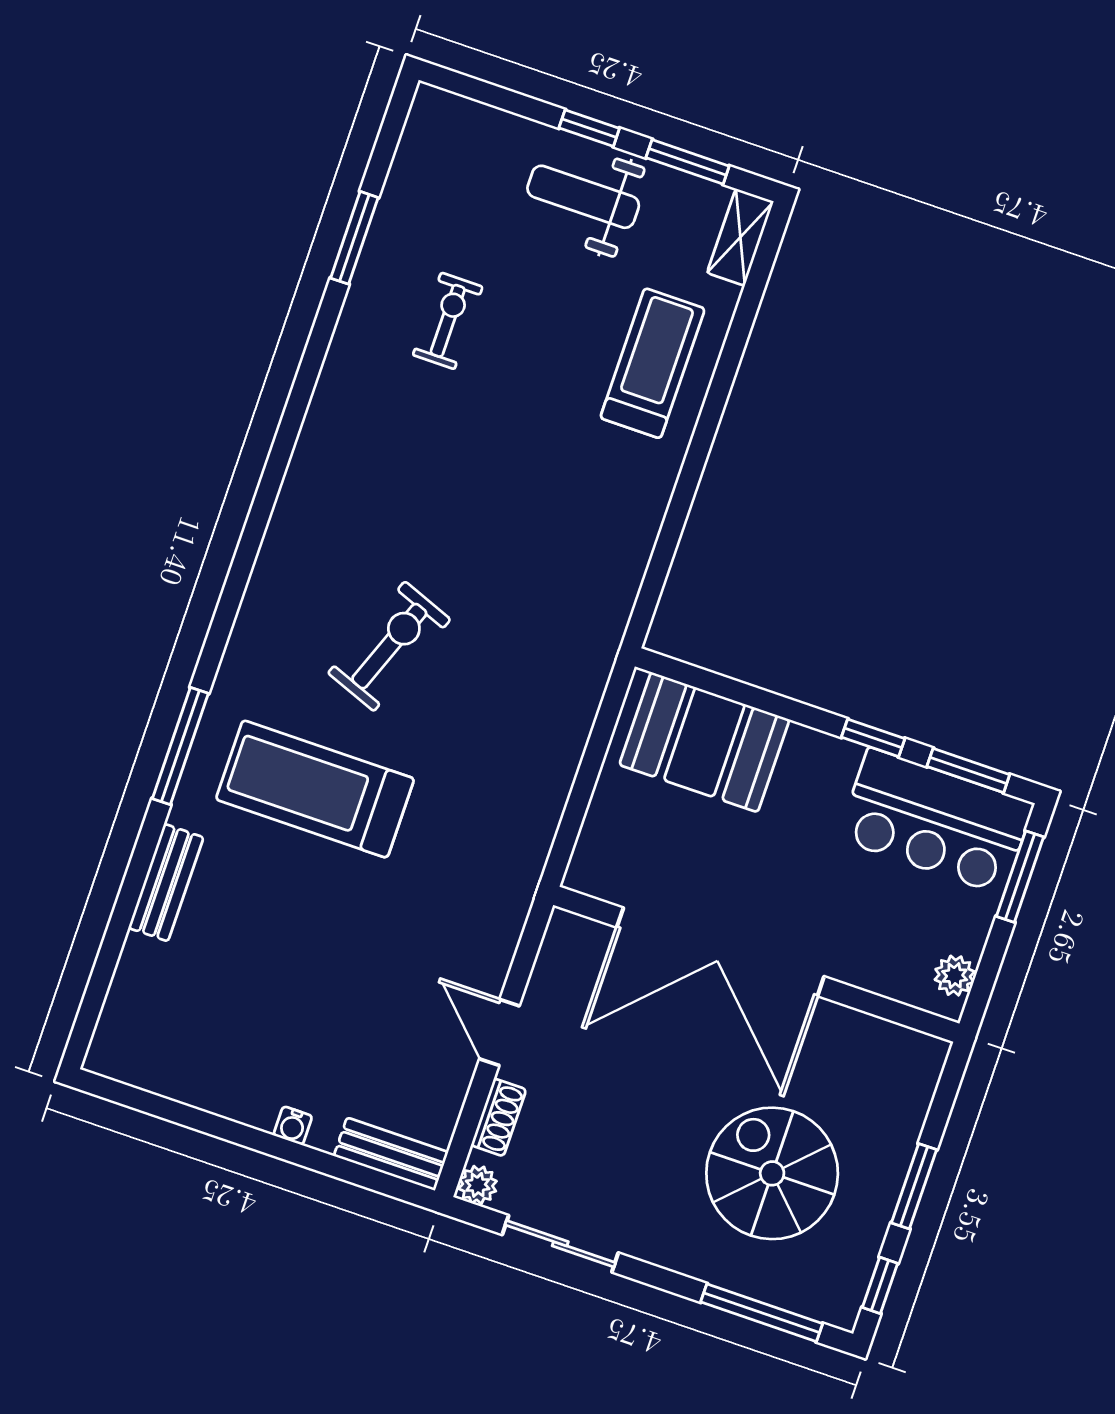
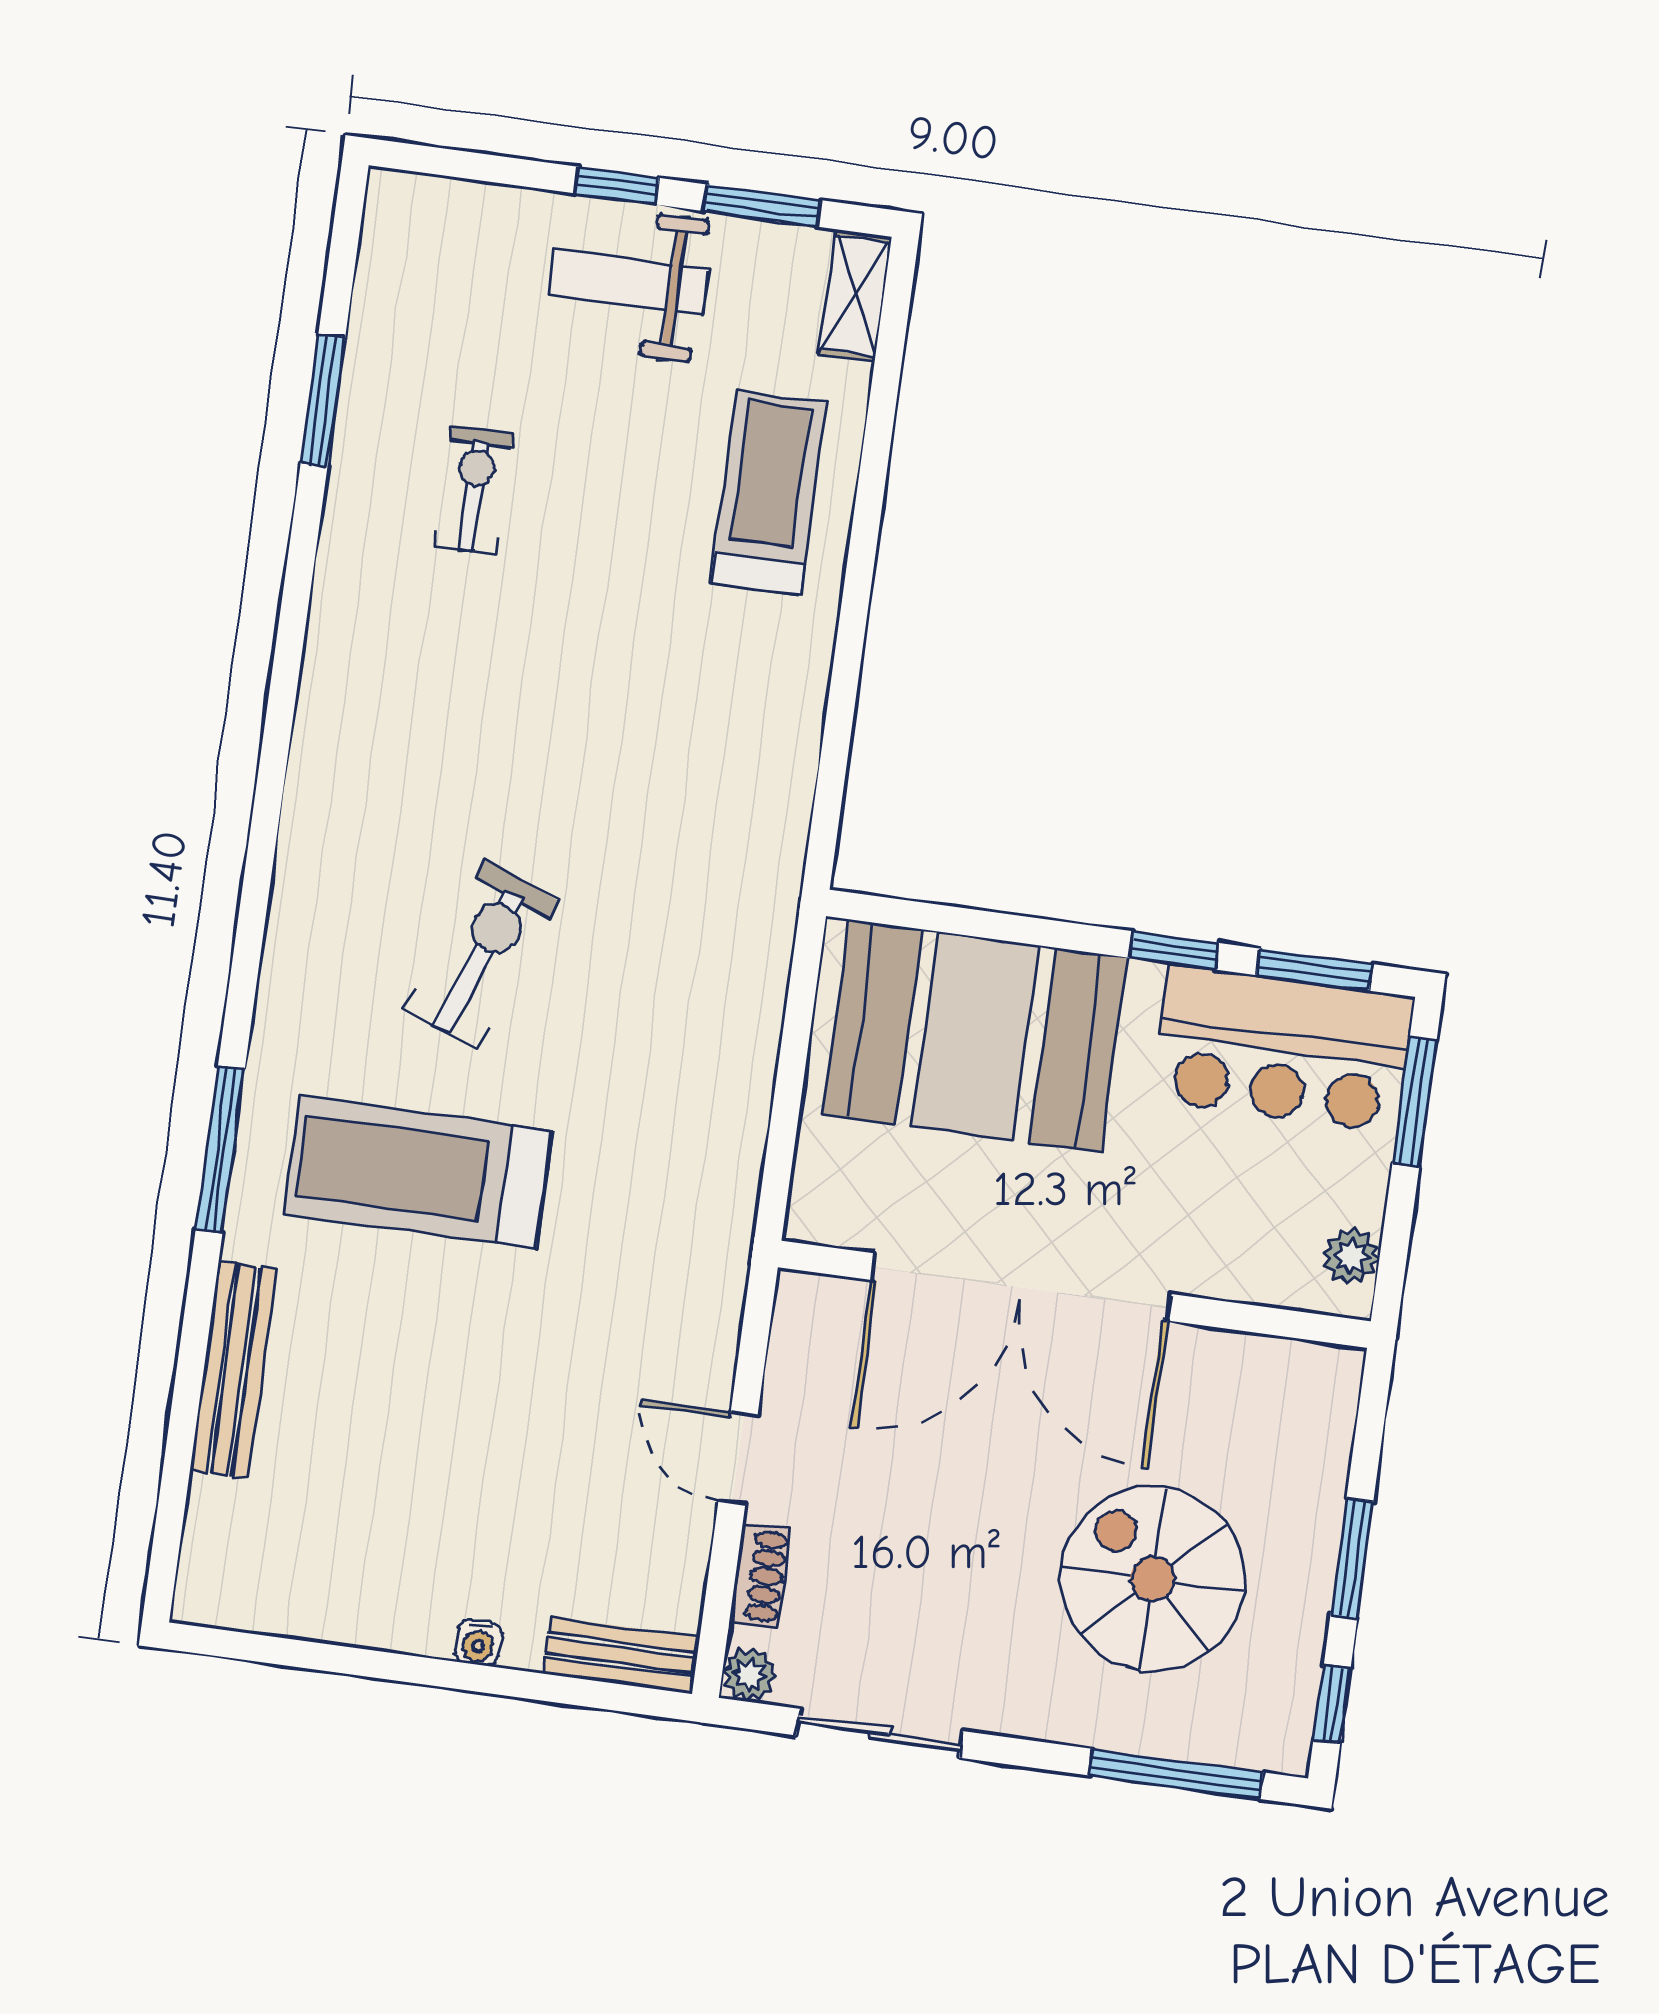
booth: (704, 742) -> (975, 1036), width x1.36, depth x1.42
bench: (166, 883) -> (233, 1369), width x1.36

